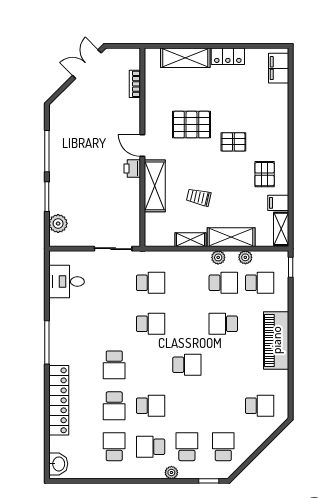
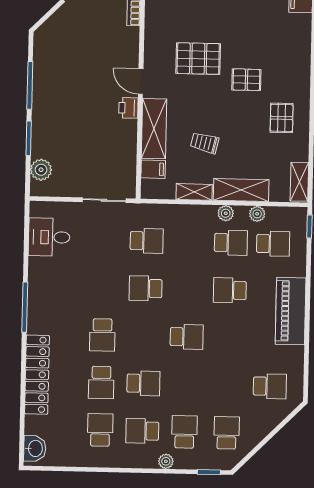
filing cabinet: (278, 203) -> (153, 169), moved, turned 180
school desk: (151, 324) -> (146, 288), turned 180

